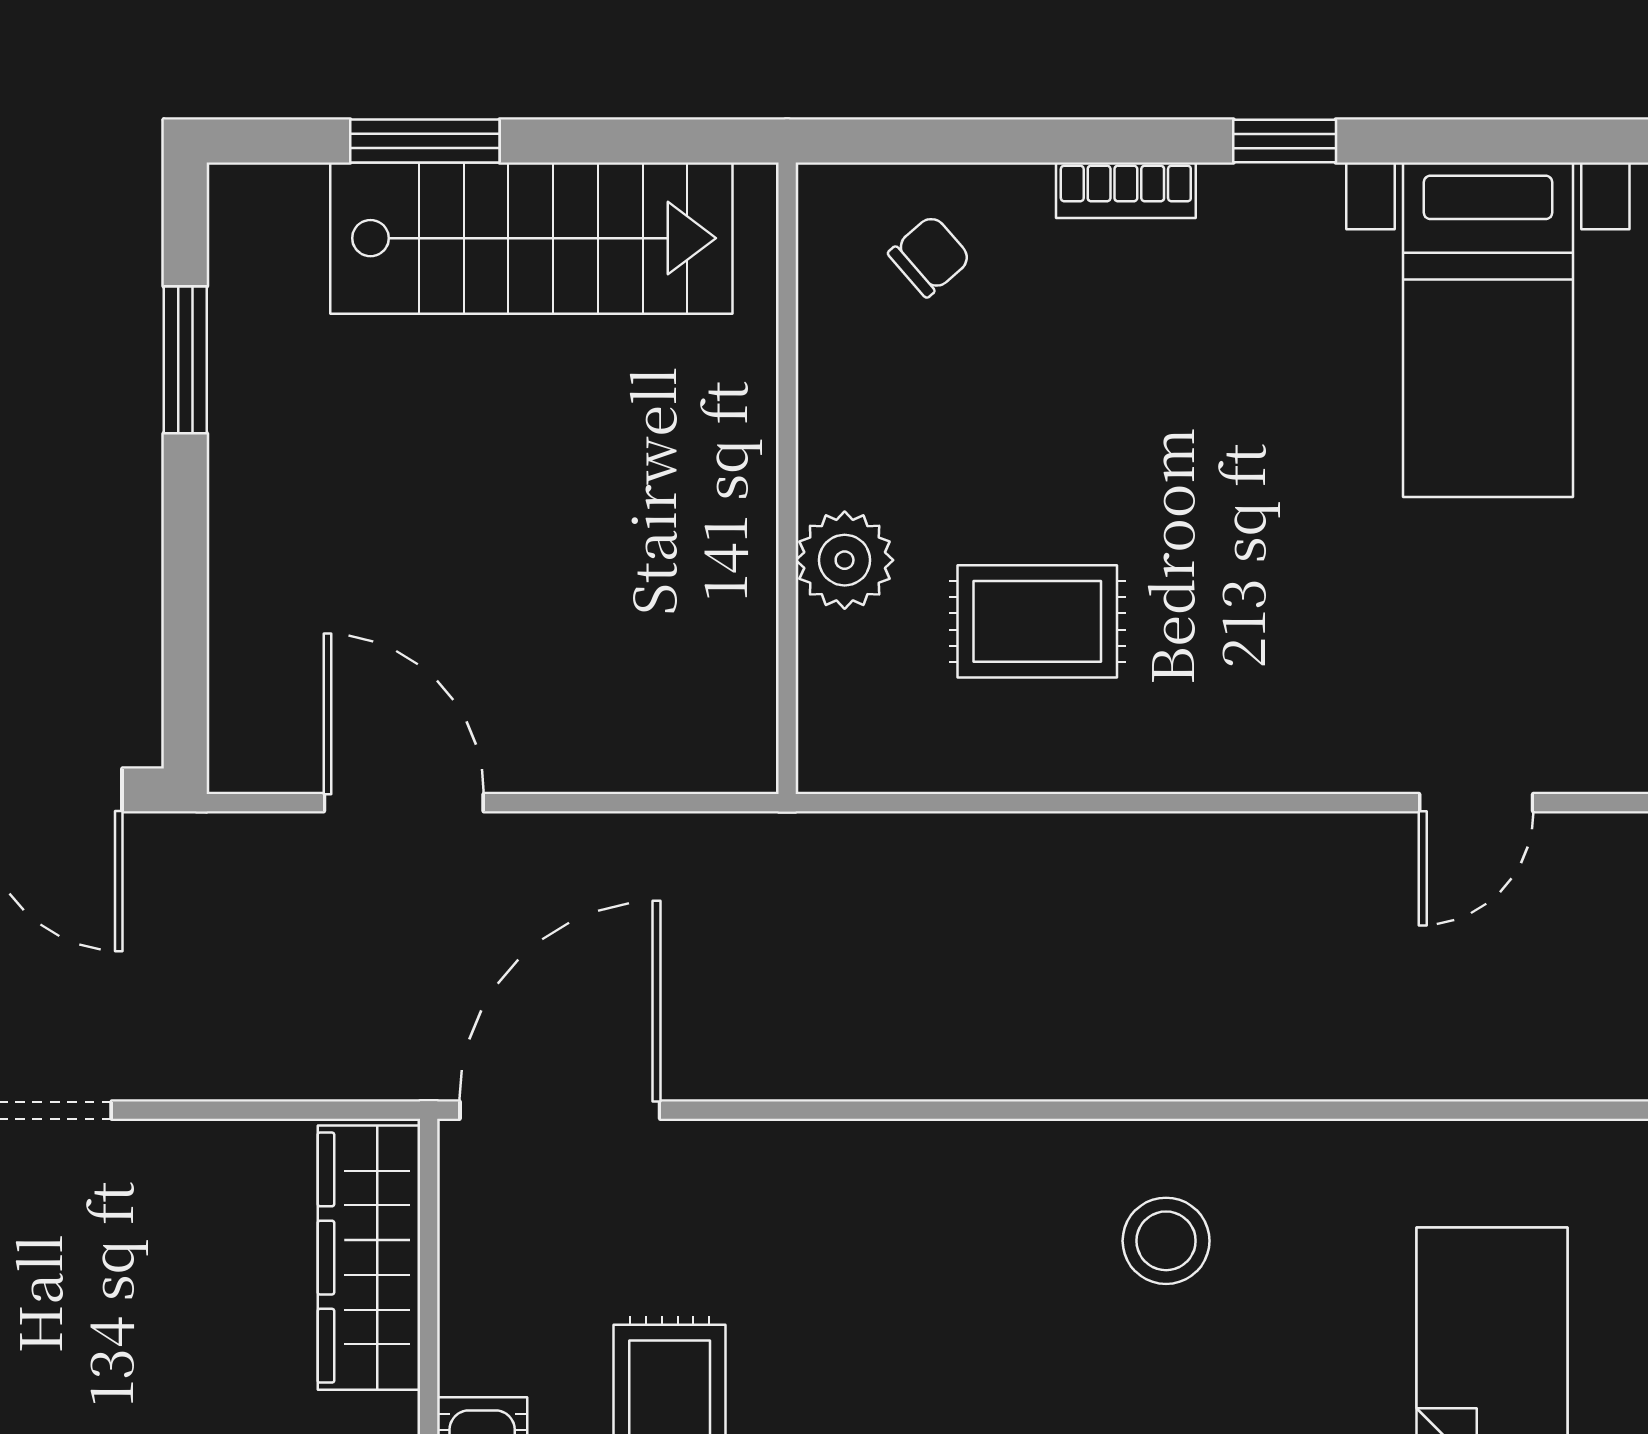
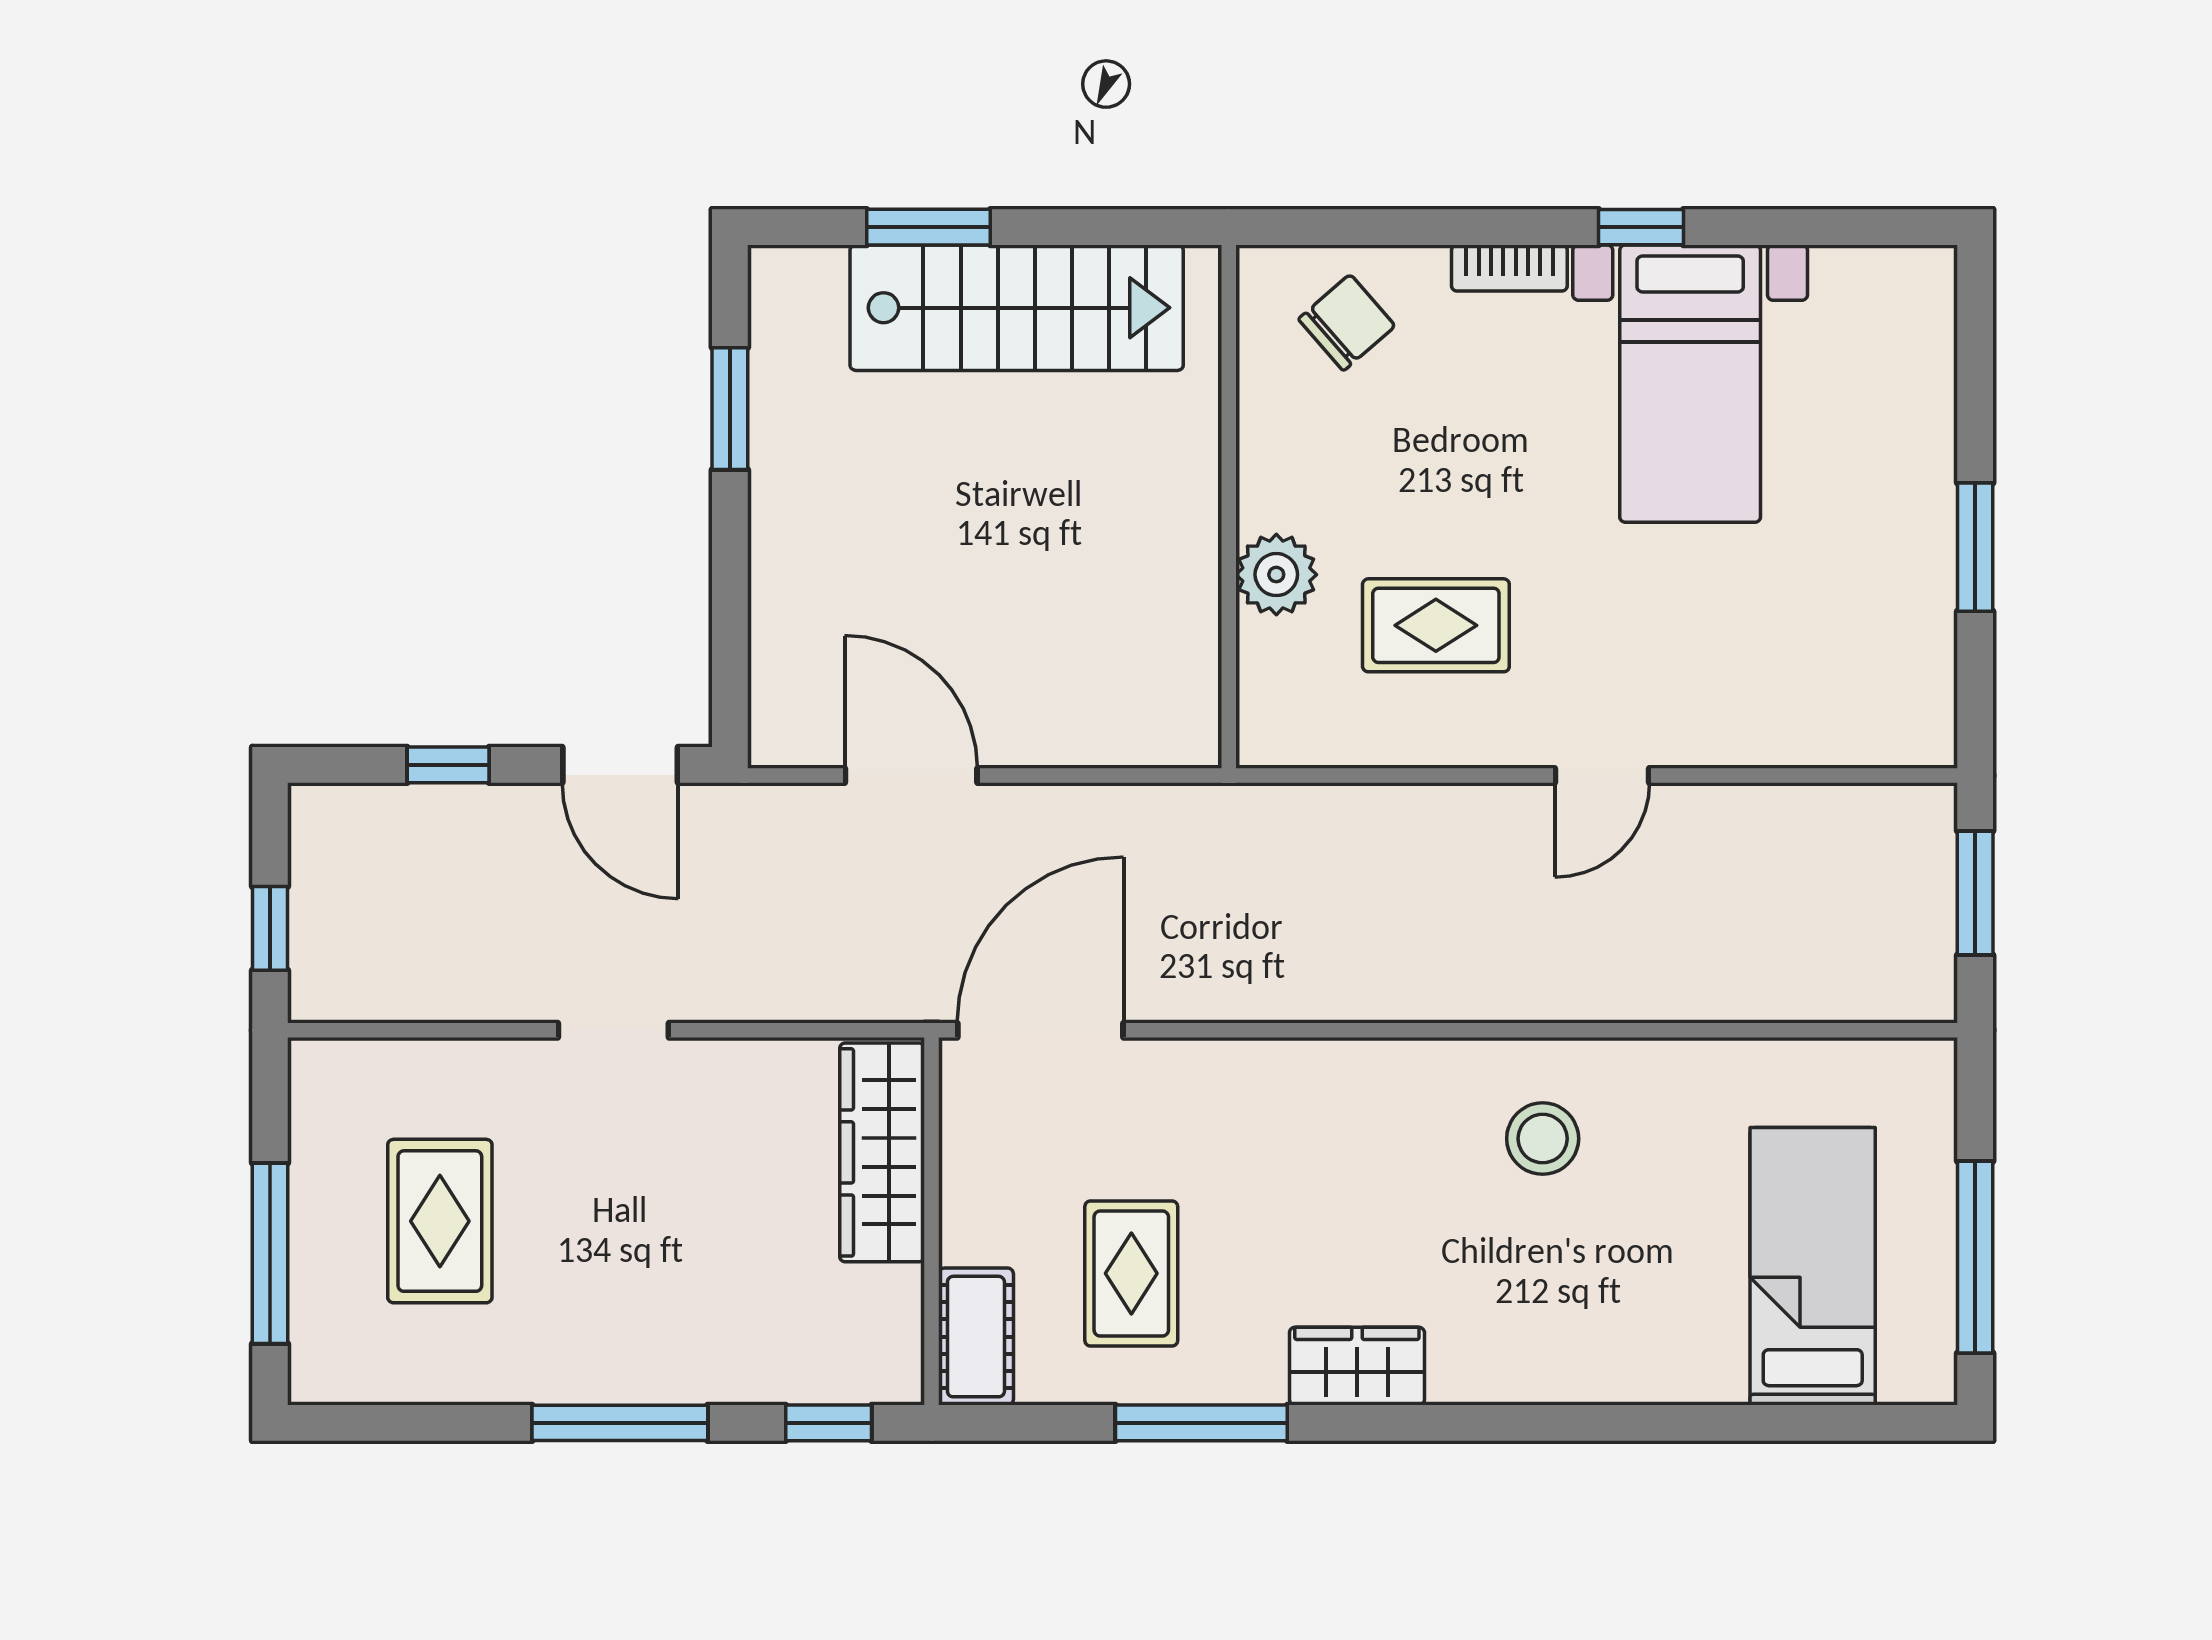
chair: (930, 256) -> (1347, 323), width x1.37, depth x1.37
bed with nightstands: (1488, 330) -> (1690, 384), moved
door: (1476, 803) -> (1602, 775), moved

